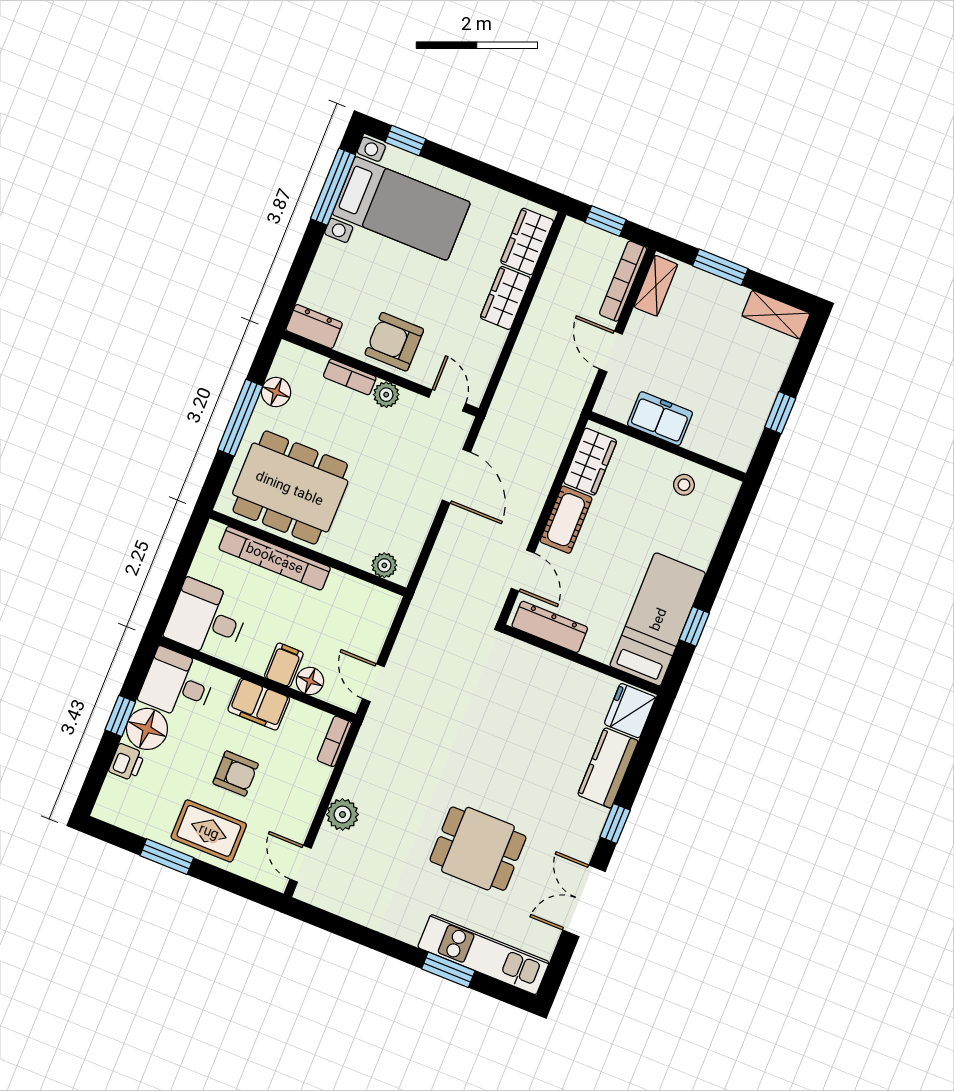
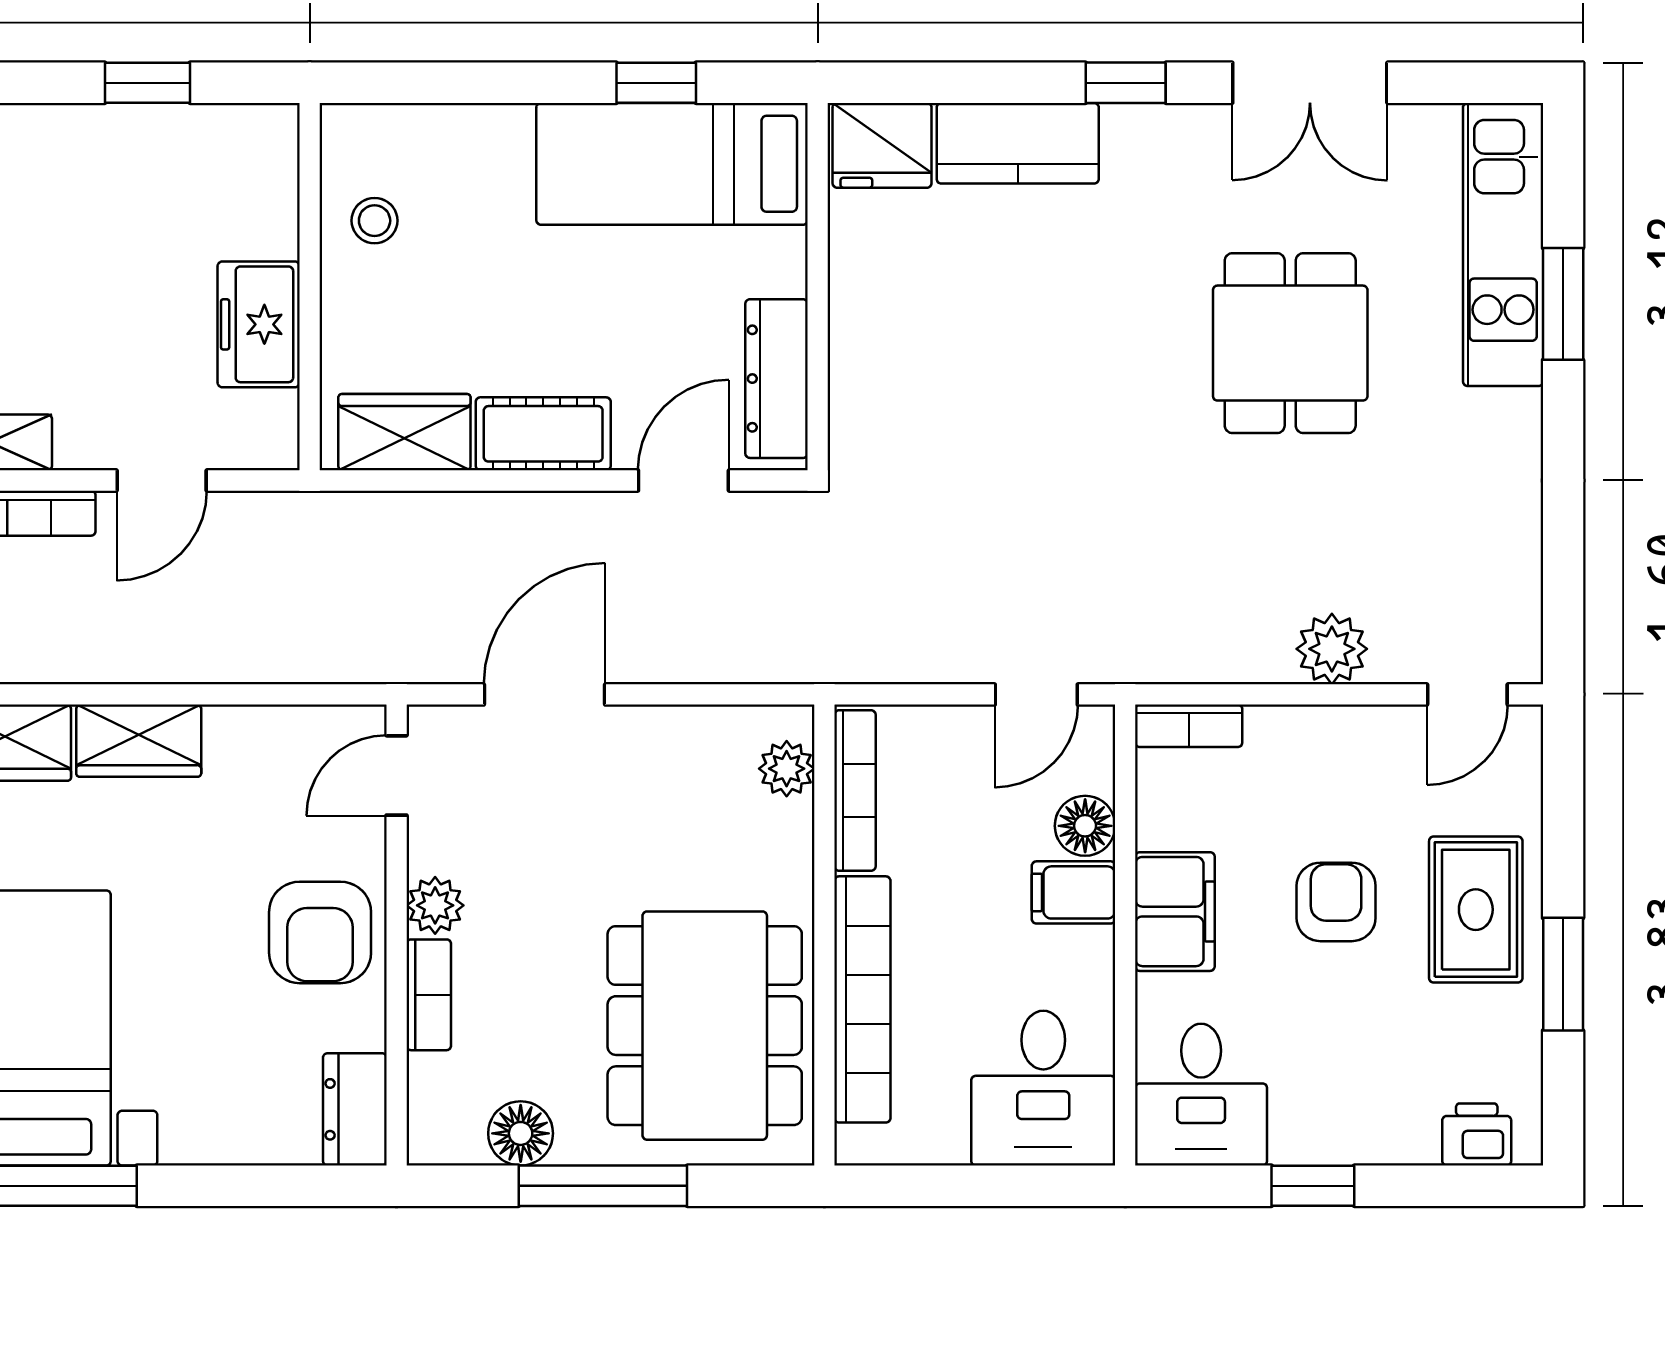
bookcase: (364, 590) -> (855, 791), added
floor lamp: (147, 729) -> (1318, 1120), removed
printer: (127, 762) -> (1477, 1134), moved

